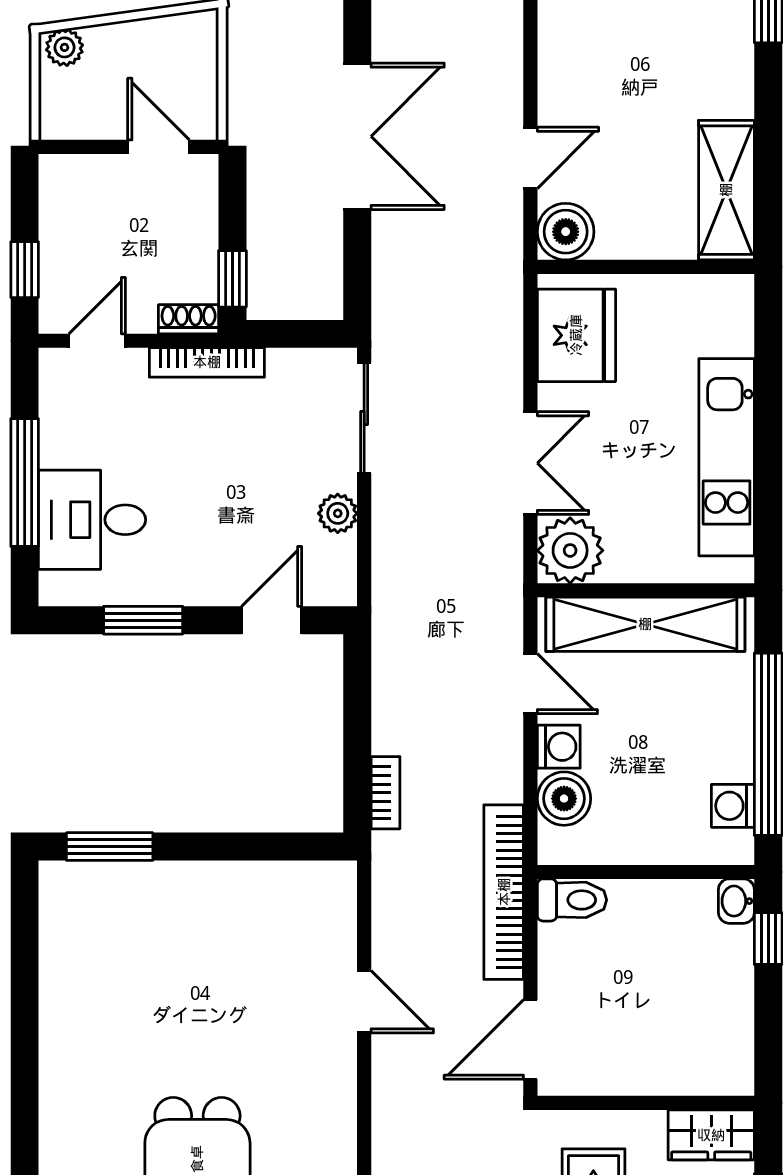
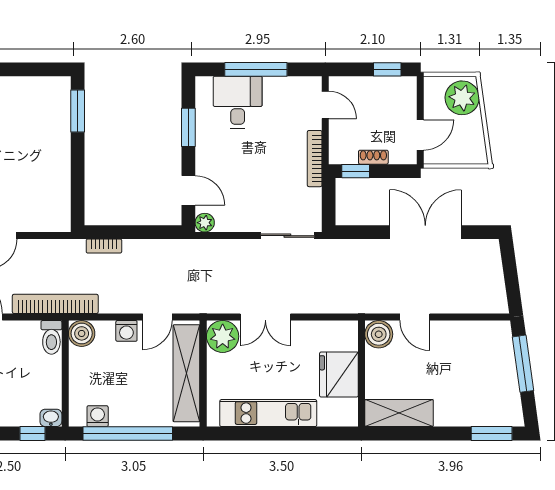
plant: (64, 47) -> (462, 98), width x1.88, depth x1.88
double door: (357, 136) -> (425, 232), swing flipped
window: (25, 270) -> (387, 69), moved
shoe rack: (189, 319) -> (373, 157), moved, turned -90
fridge: (576, 335) -> (339, 375), moved, turned 90
plant: (338, 513) -> (205, 223), moved
boiler: (564, 799) -> (82, 333), moved

